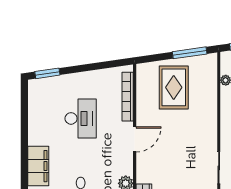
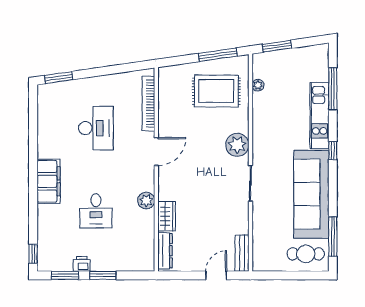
rug: (174, 87) -> (216, 91), moved, turned 90
plant: (207, 133) -> (237, 145), added

